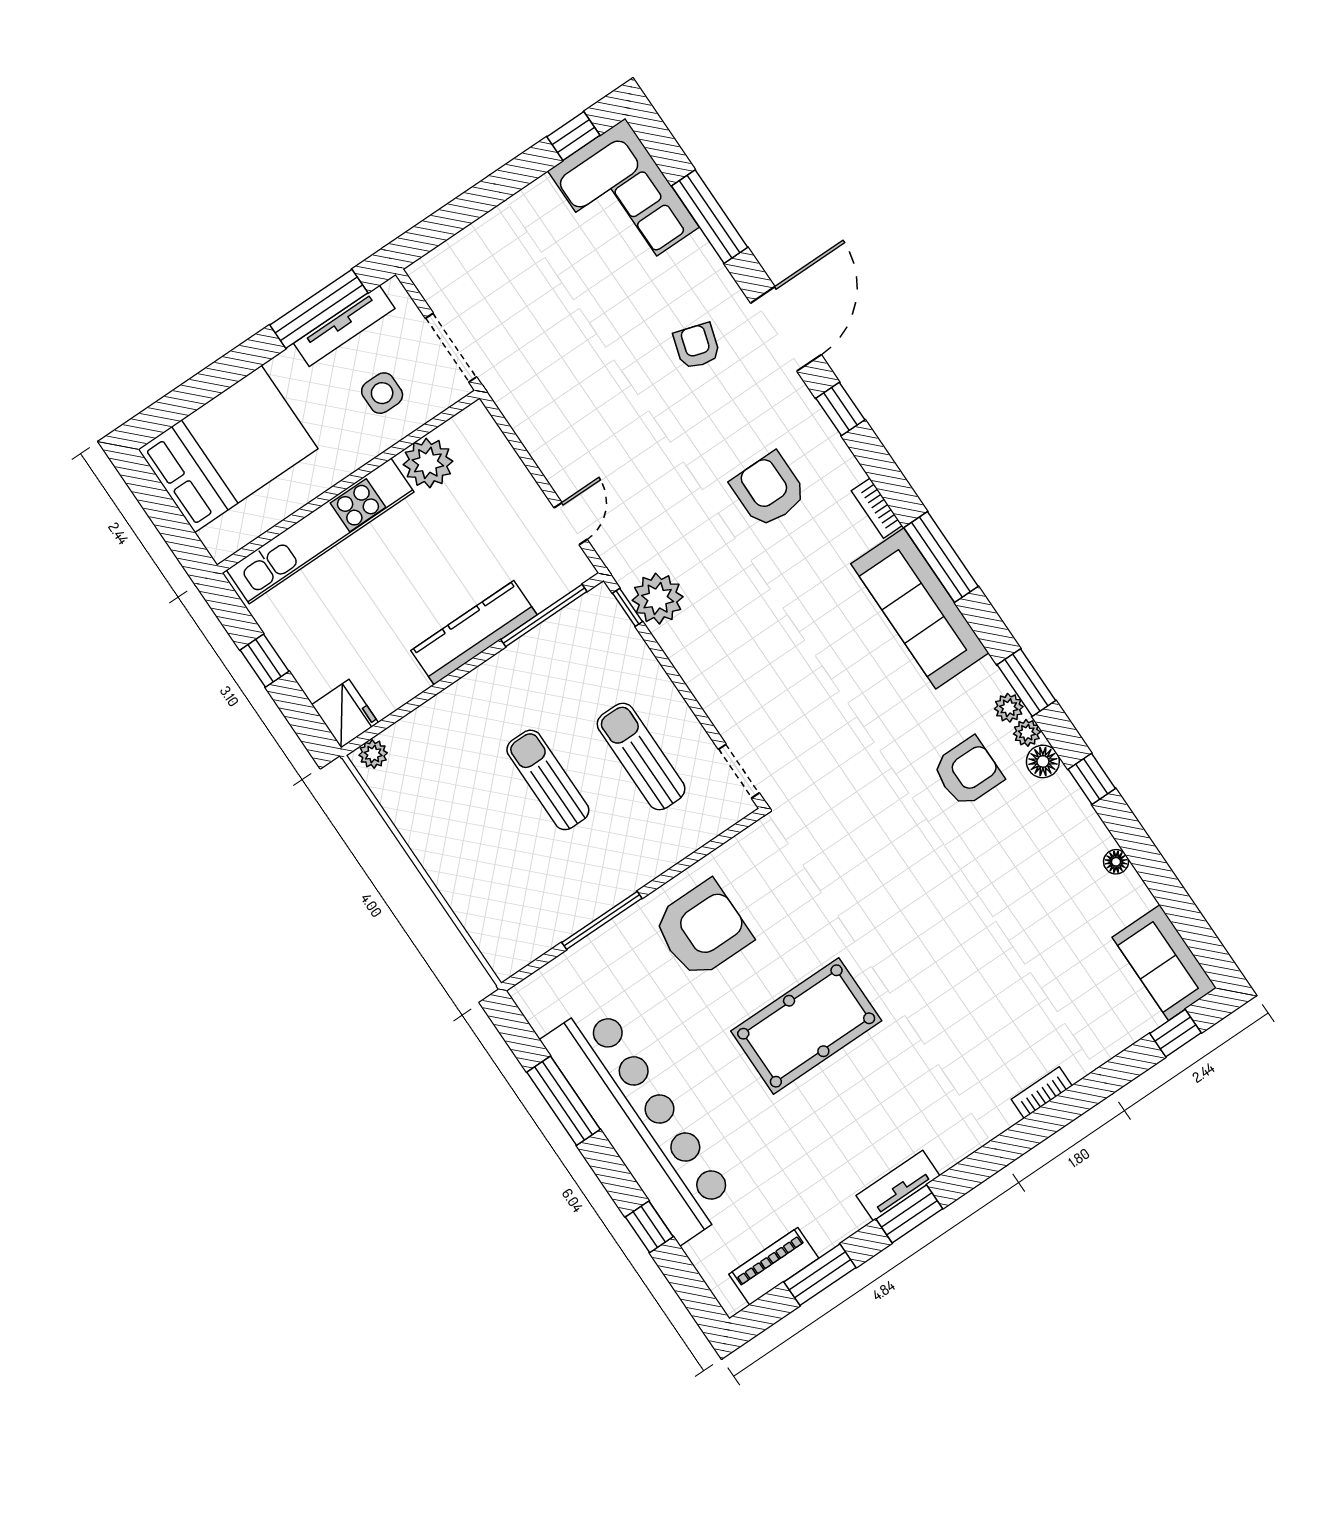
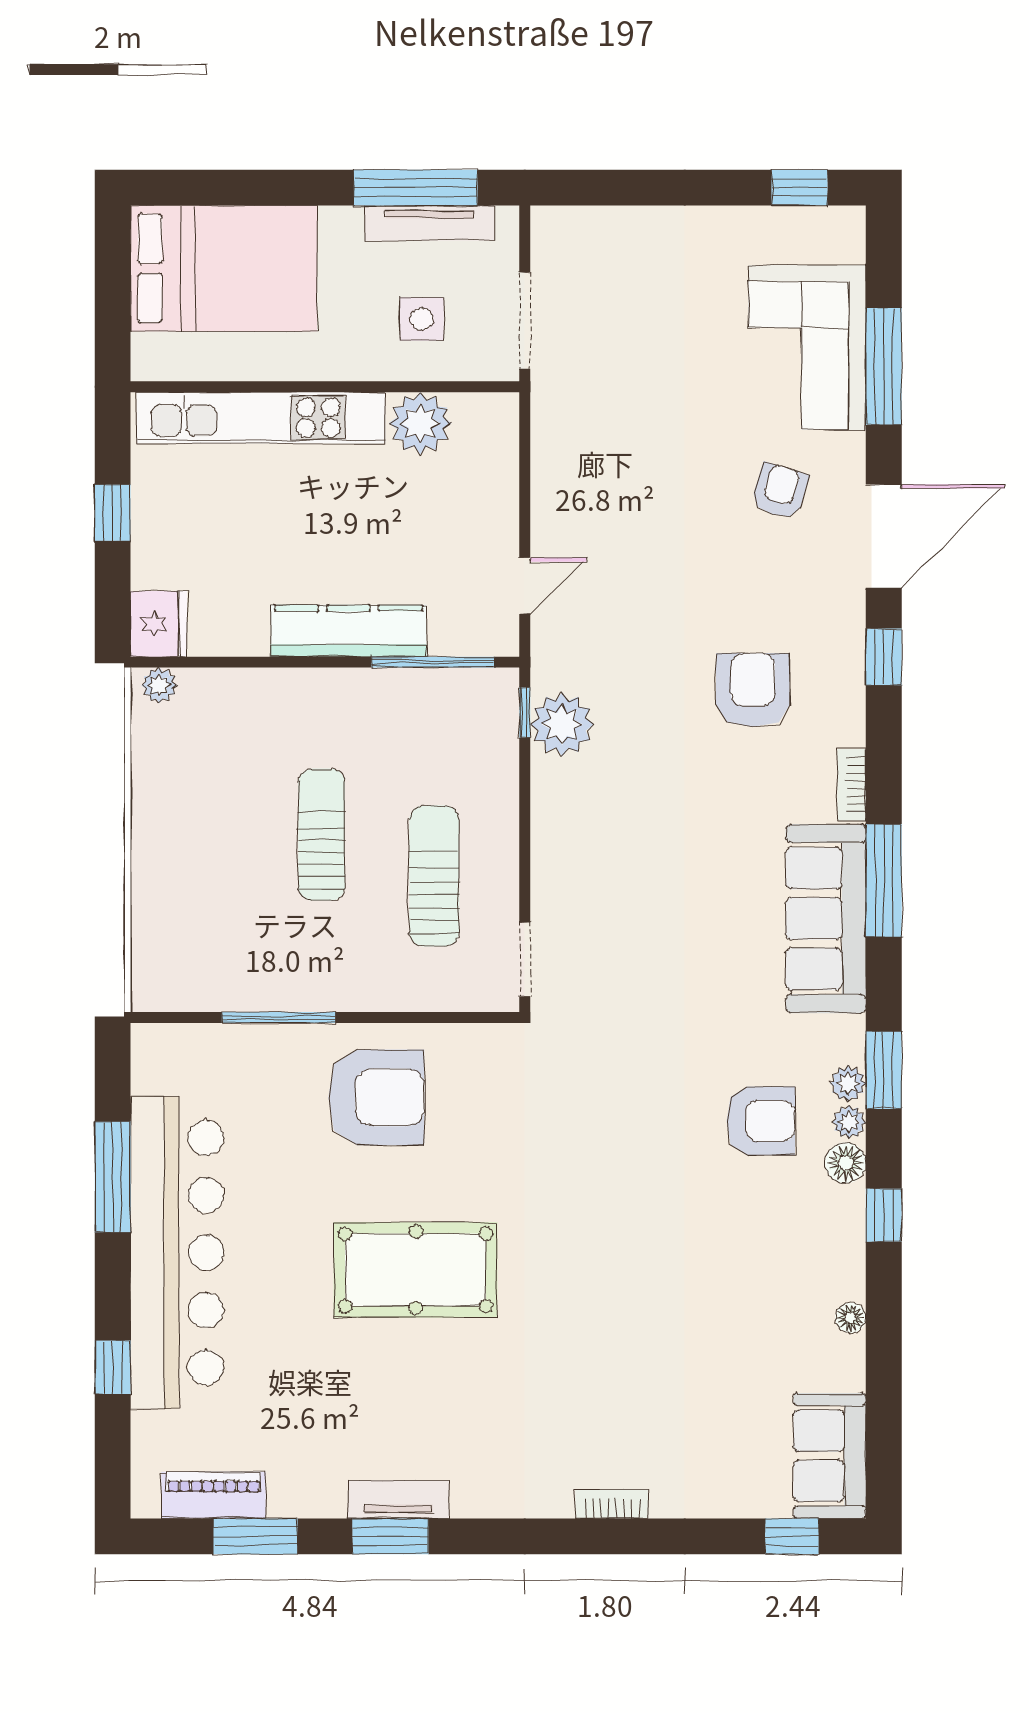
corner sofa: (623, 199) -> (807, 348), moved

